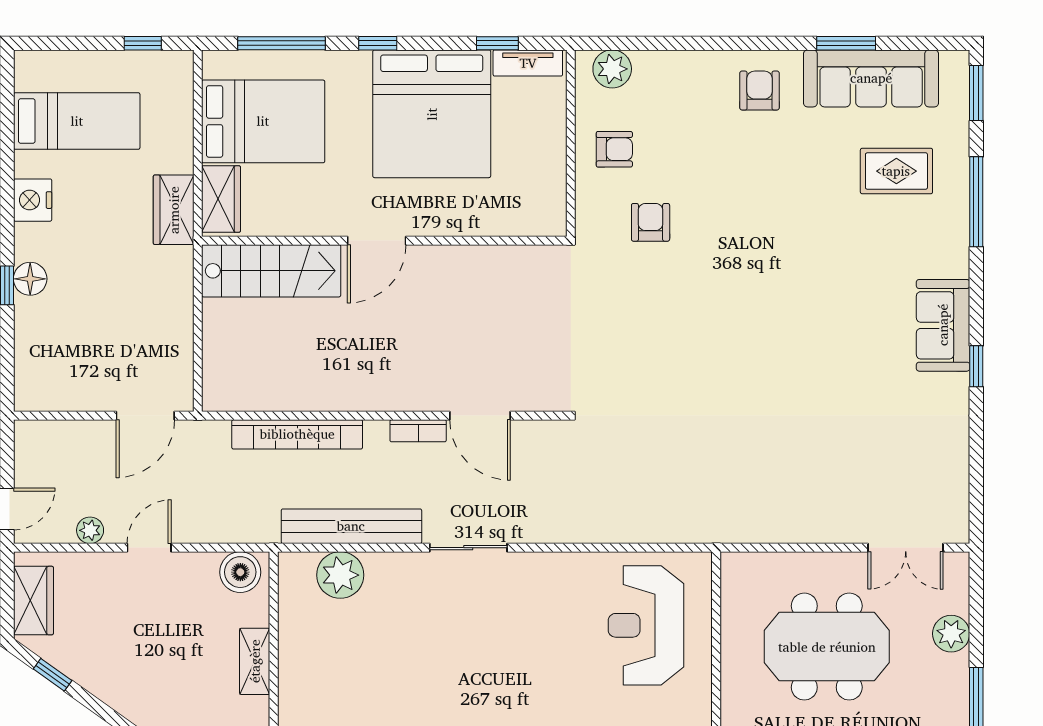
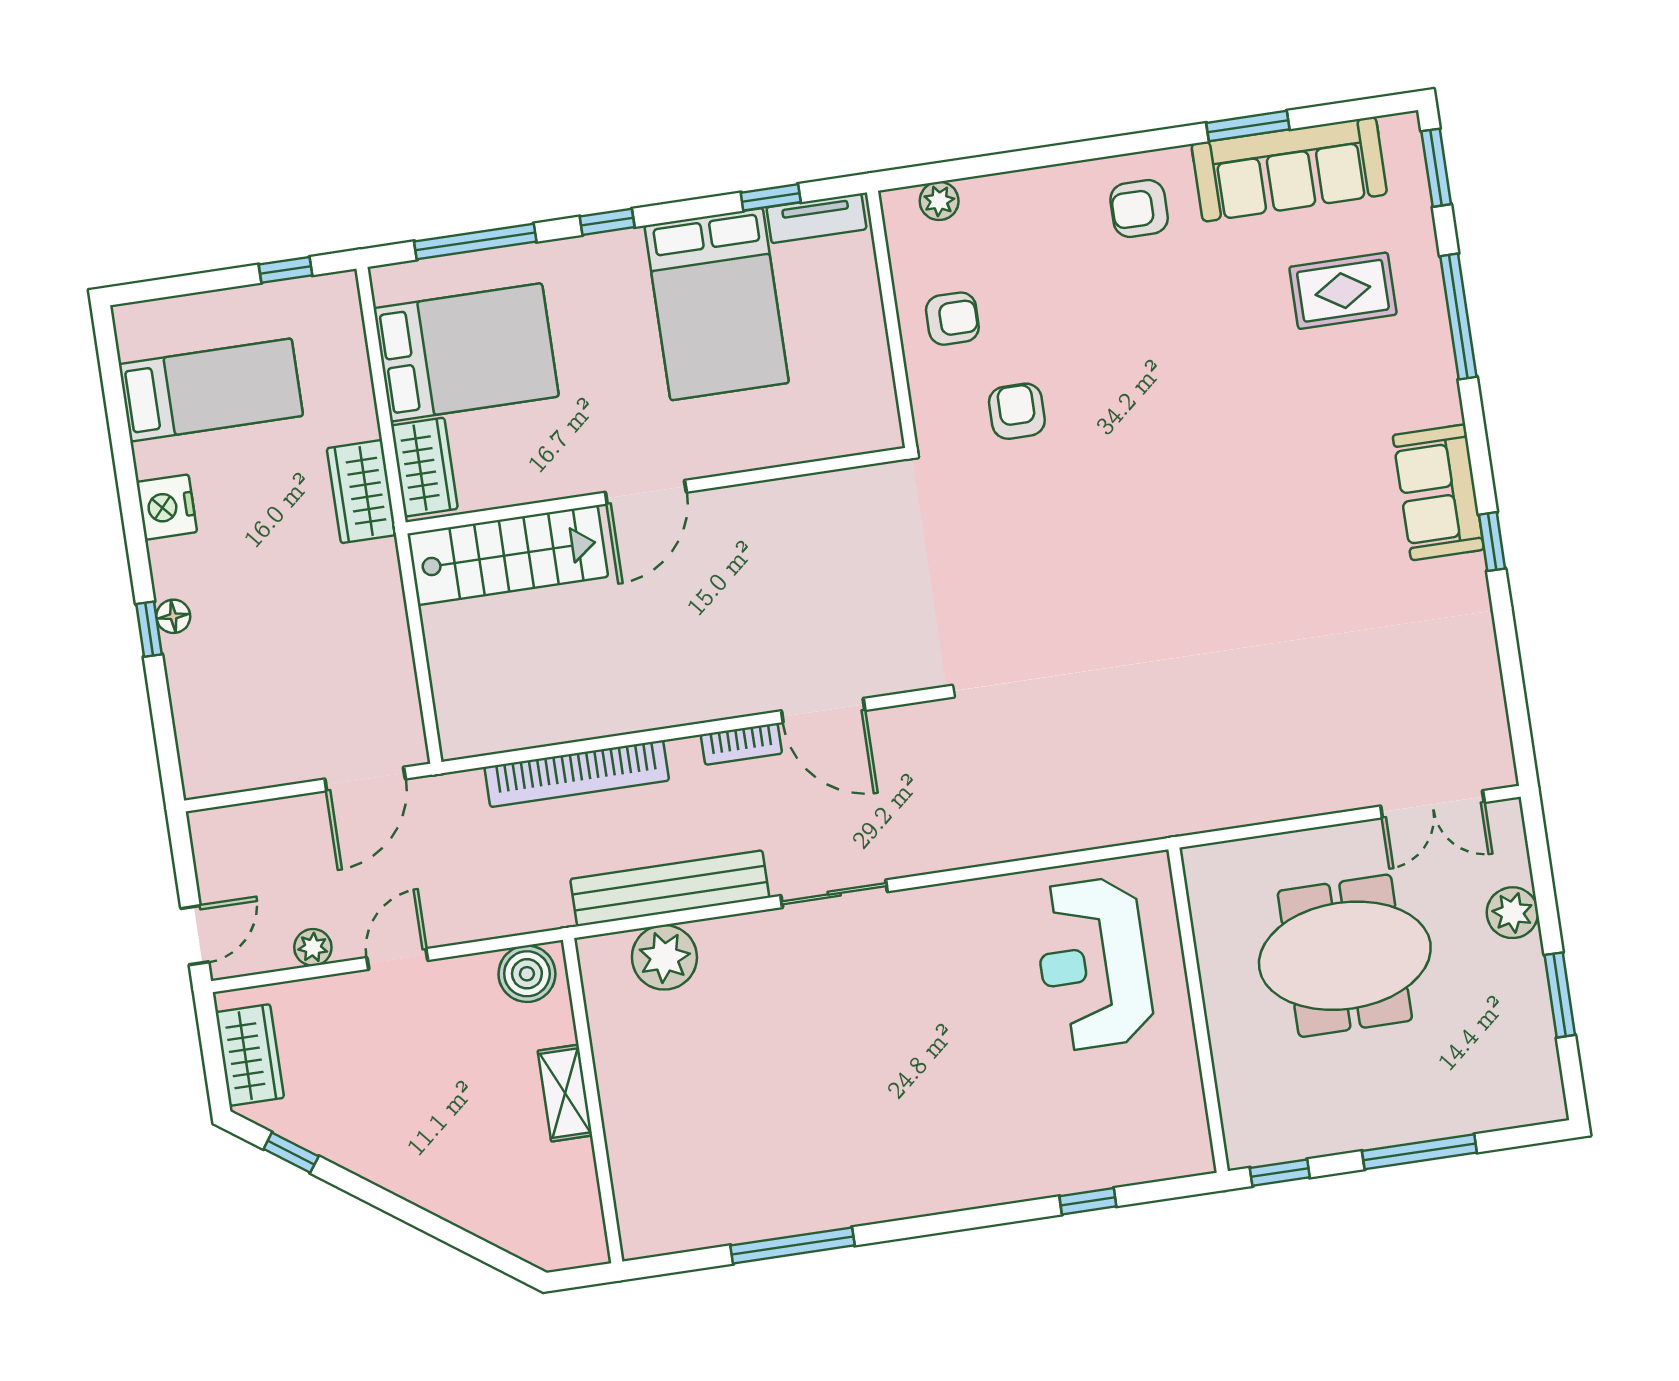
plant: (612, 69) -> (939, 201), width x0.73, depth x0.73
armchair: (760, 91) -> (1139, 209), turned -90
bed: (432, 114) -> (717, 304), width x0.73
floor lamp: (30, 279) -> (173, 616), width x0.73, depth x0.73

